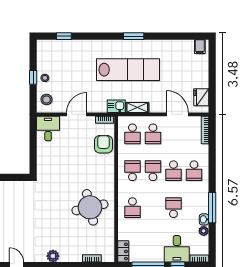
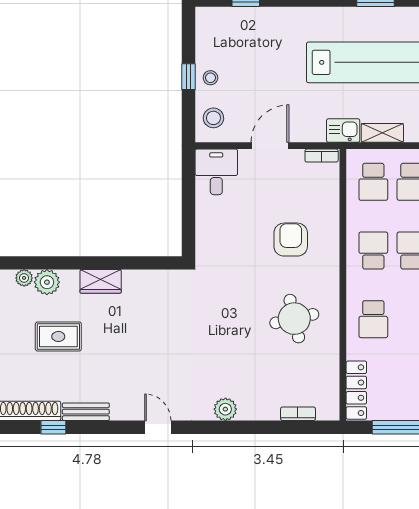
armchair: (103, 144) -> (291, 240), moved
round table: (90, 207) -> (294, 319), width x0.73, depth x0.73
locker: (123, 251) -> (356, 390), width x1.53

